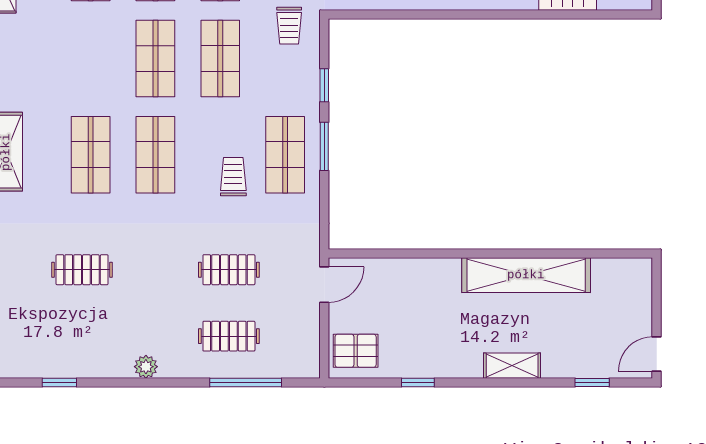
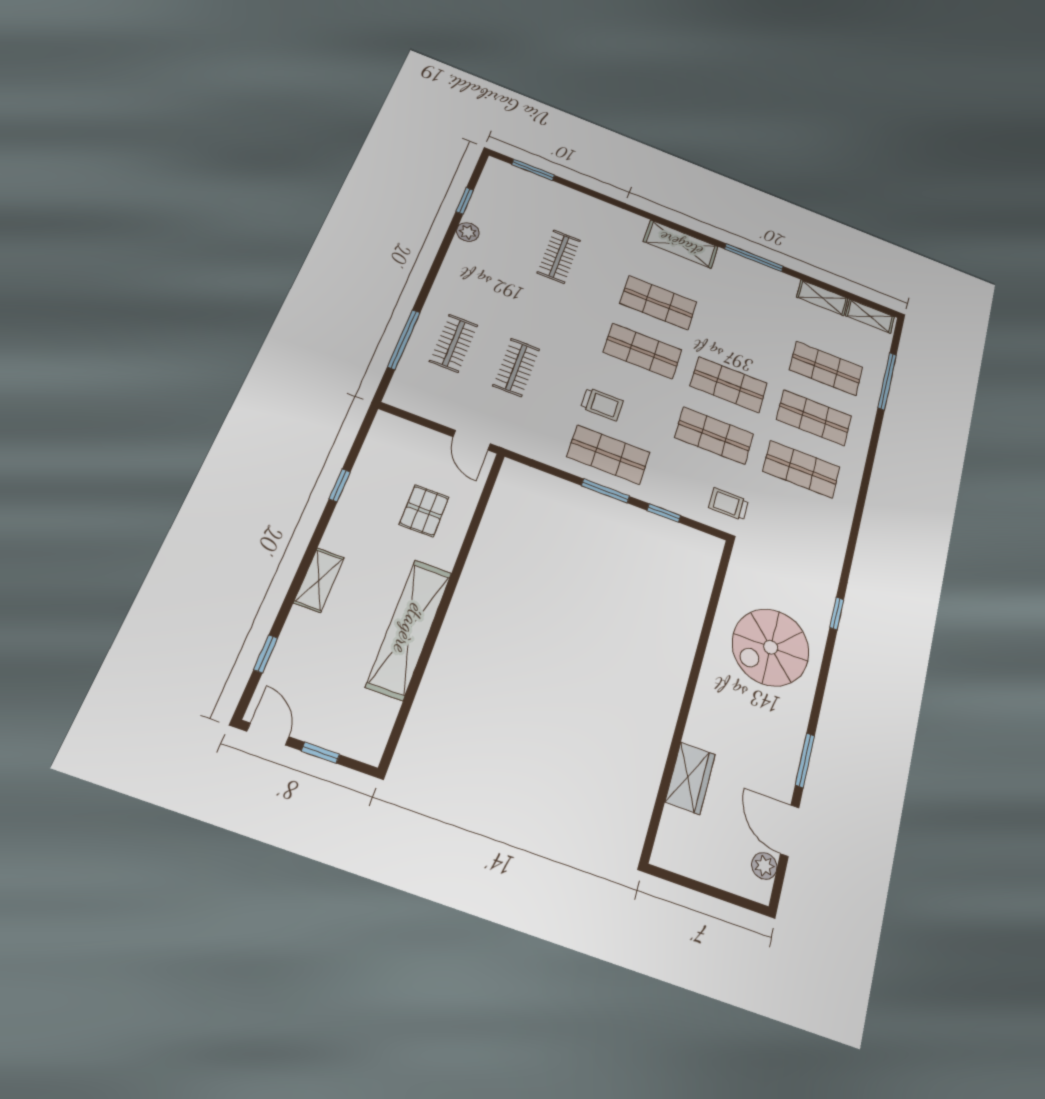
window: (657, 307) -> (320, 753), added
pallet: (356, 351) -> (424, 511), moved
plant: (146, 367) -> (468, 232), moved

